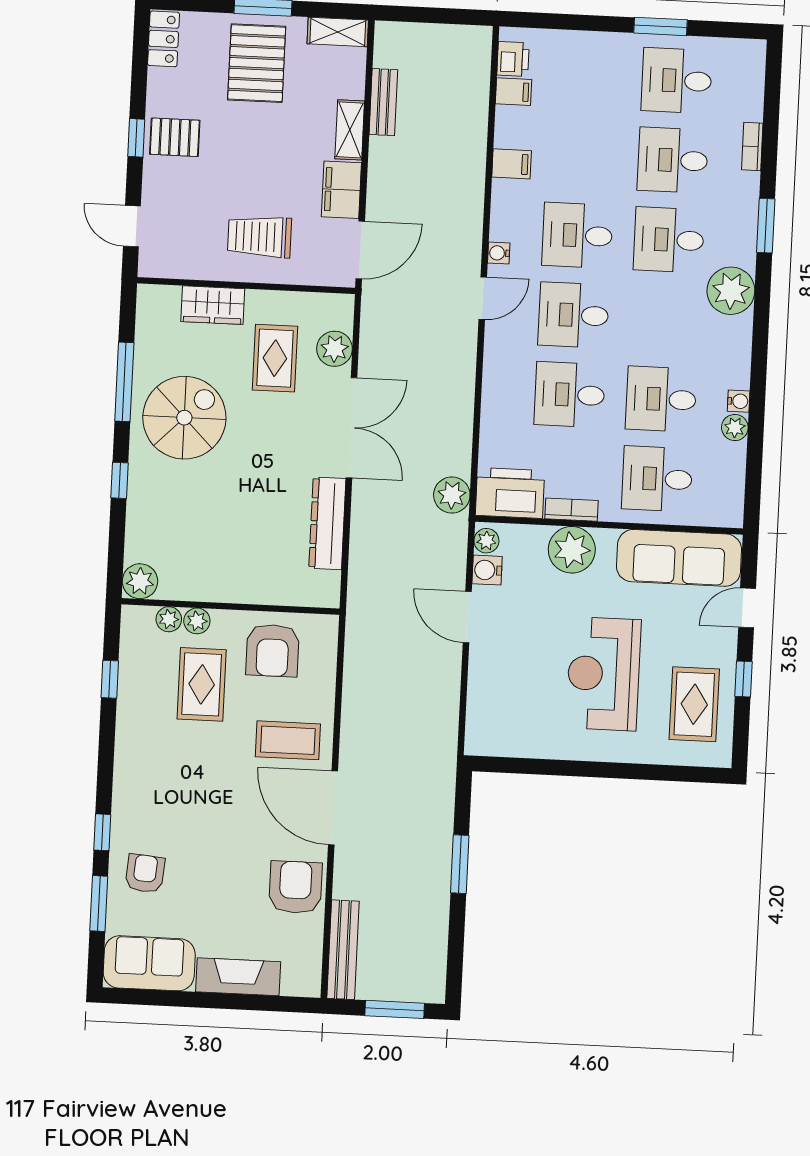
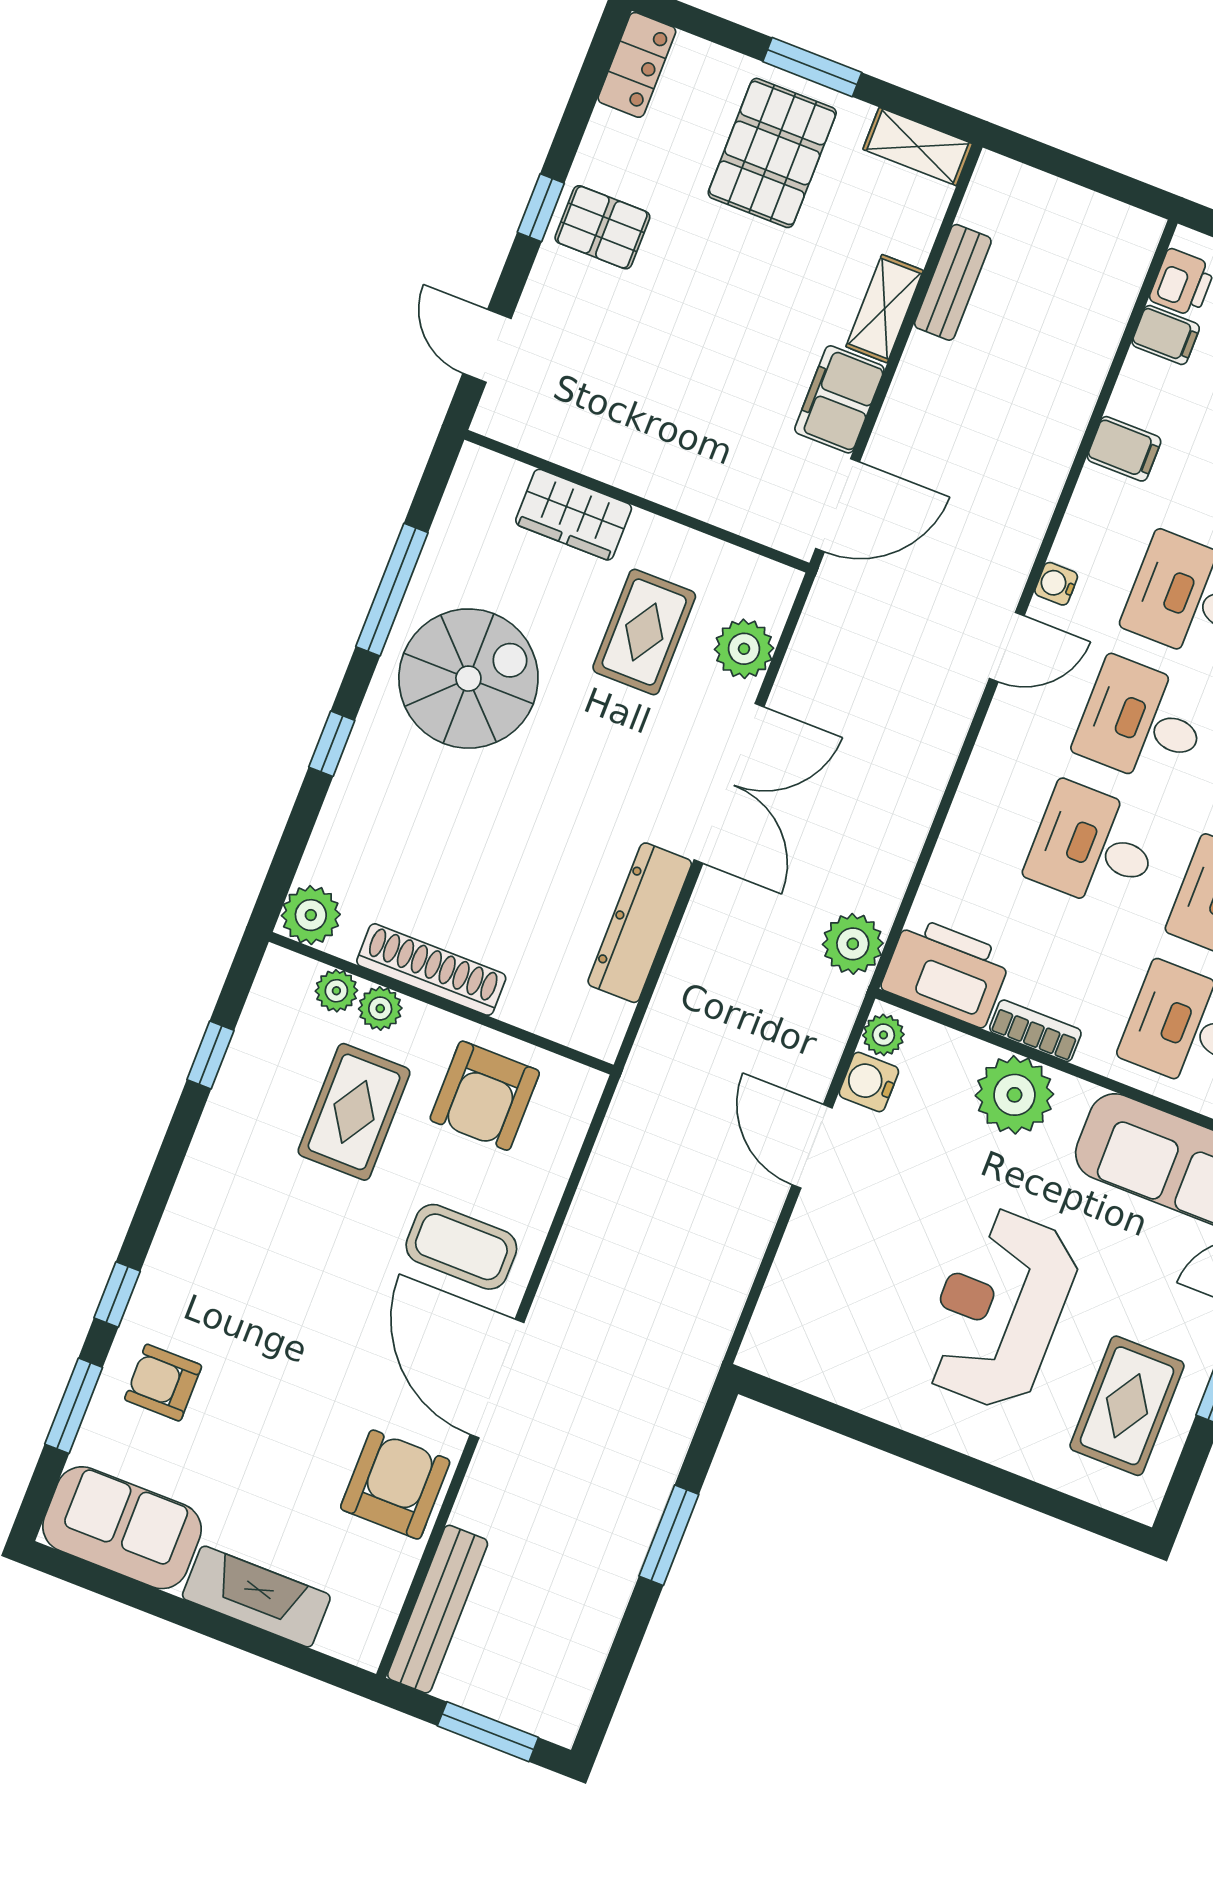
trolley: (259, 237) -> (684, 431), removed
shoe rack: (218, 589) -> (431, 970), added
armchair: (145, 873) -> (163, 1383), turned -95

